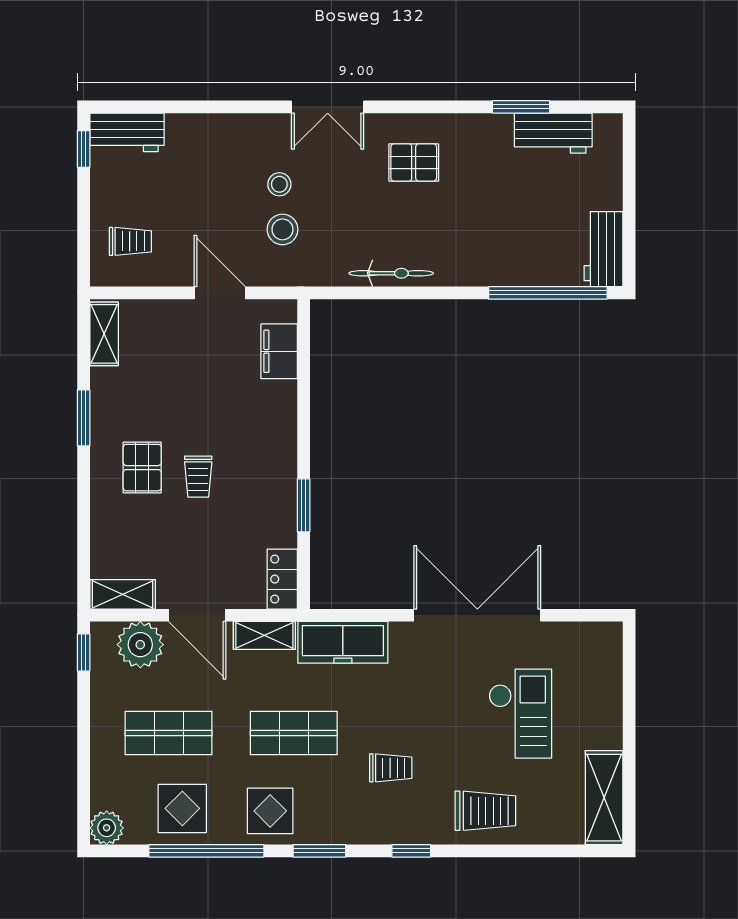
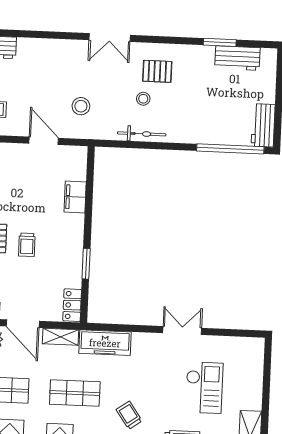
stool: (279, 184) -> (143, 99), moved
filing cabinet: (279, 351) -> (75, 197), moved
double door: (477, 615) -> (182, 331), width x0.54
trolley: (391, 768) -> (129, 415), turned -125

